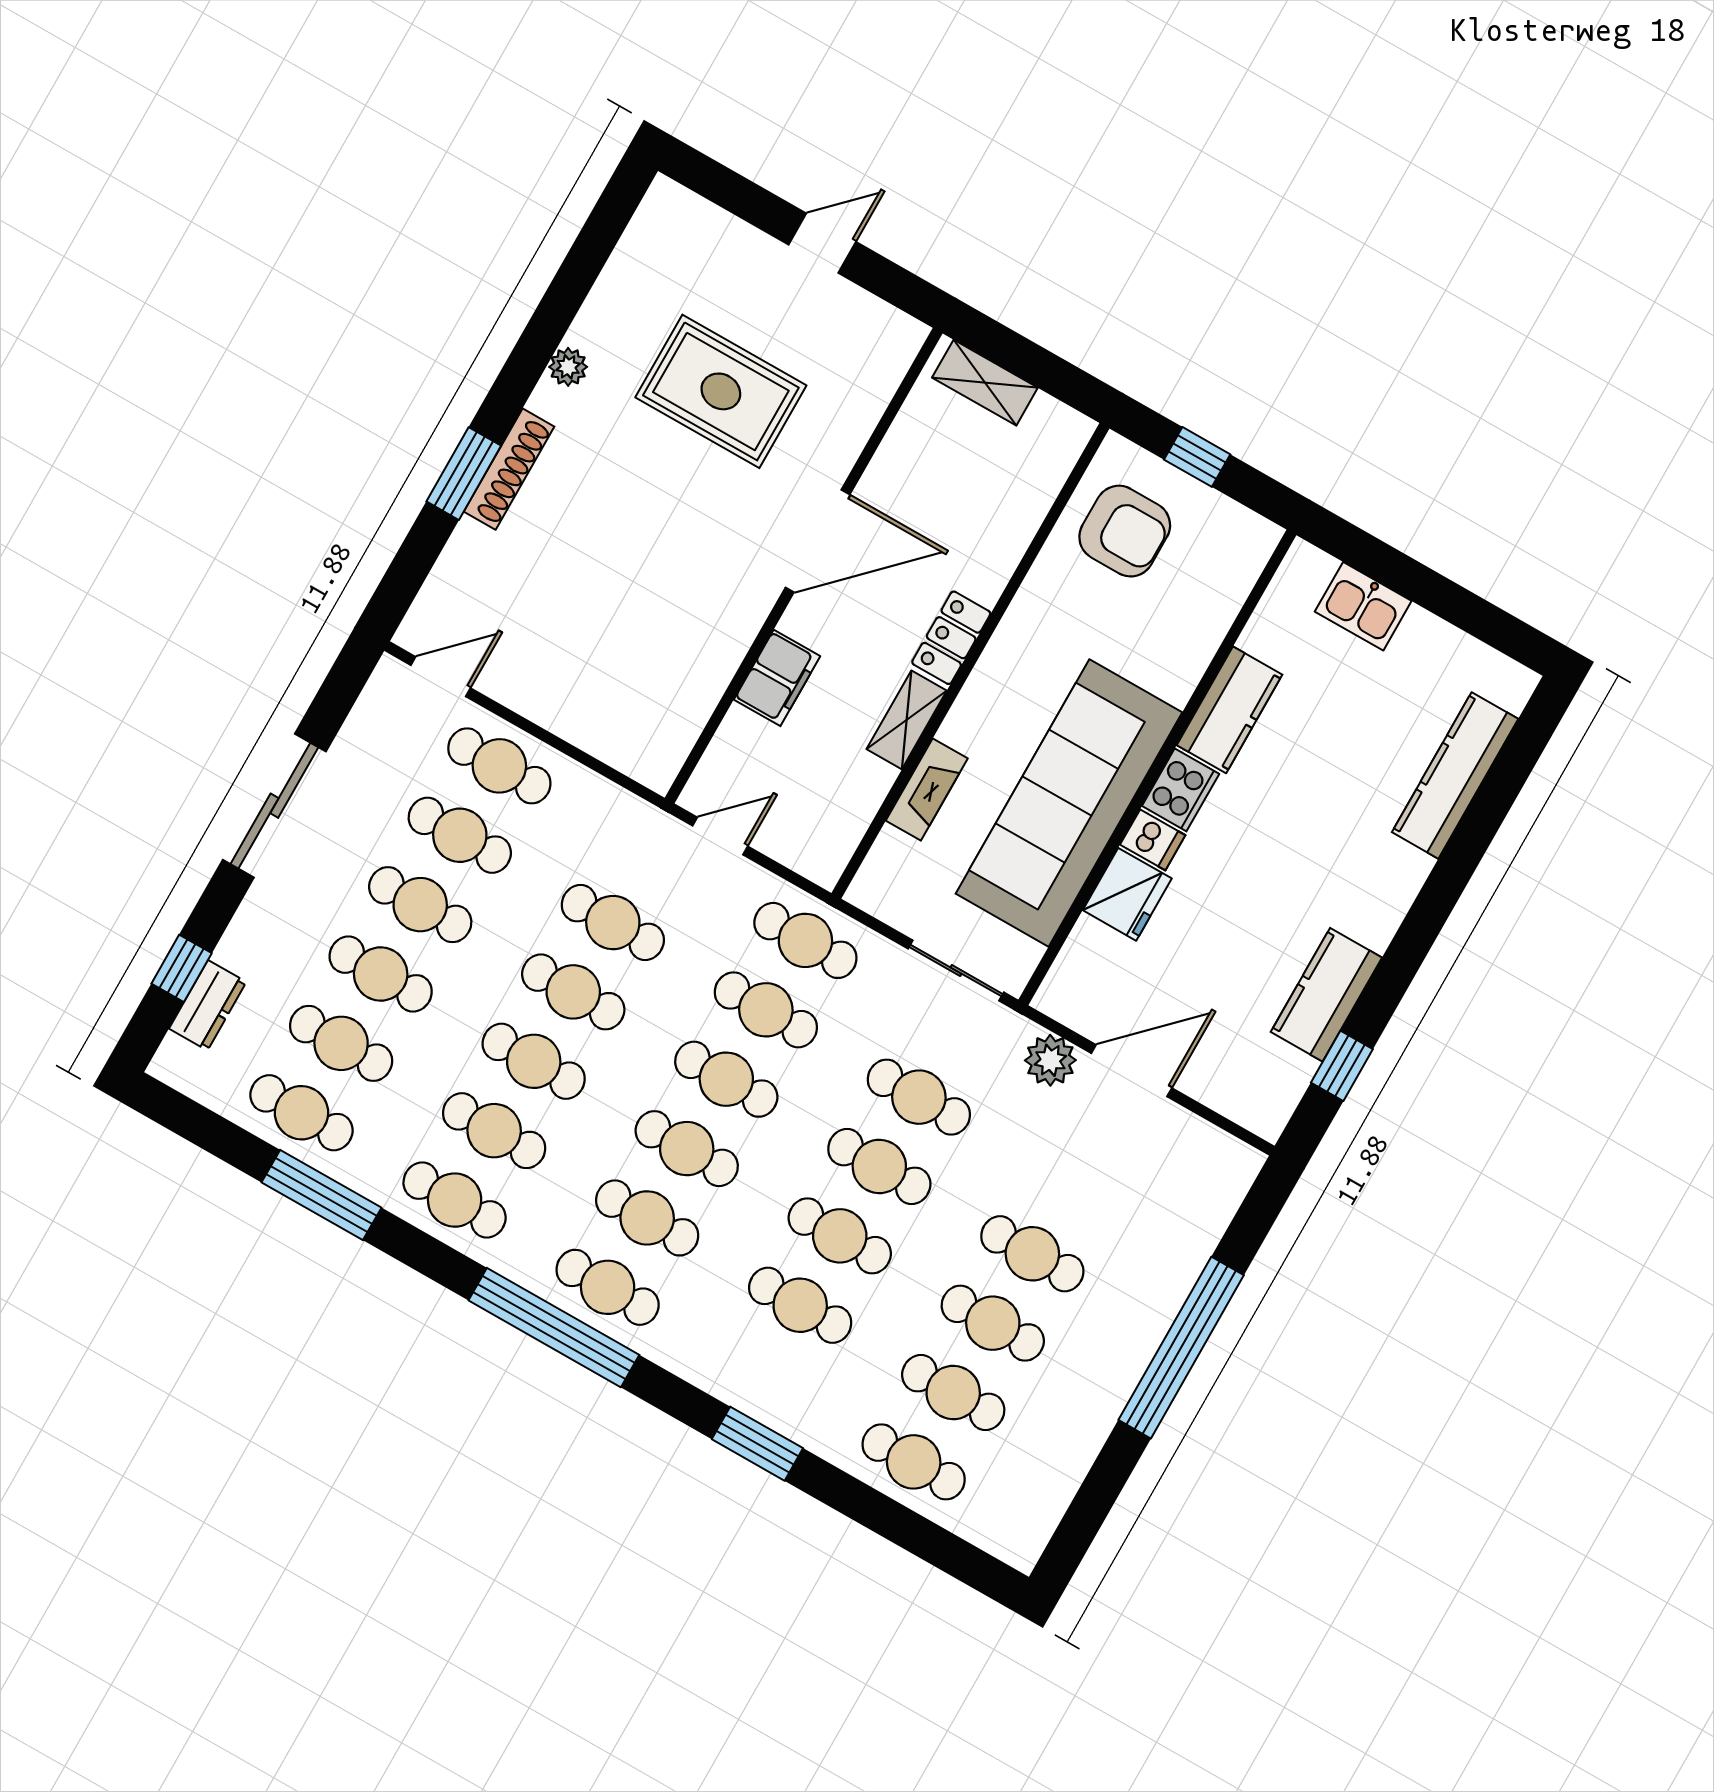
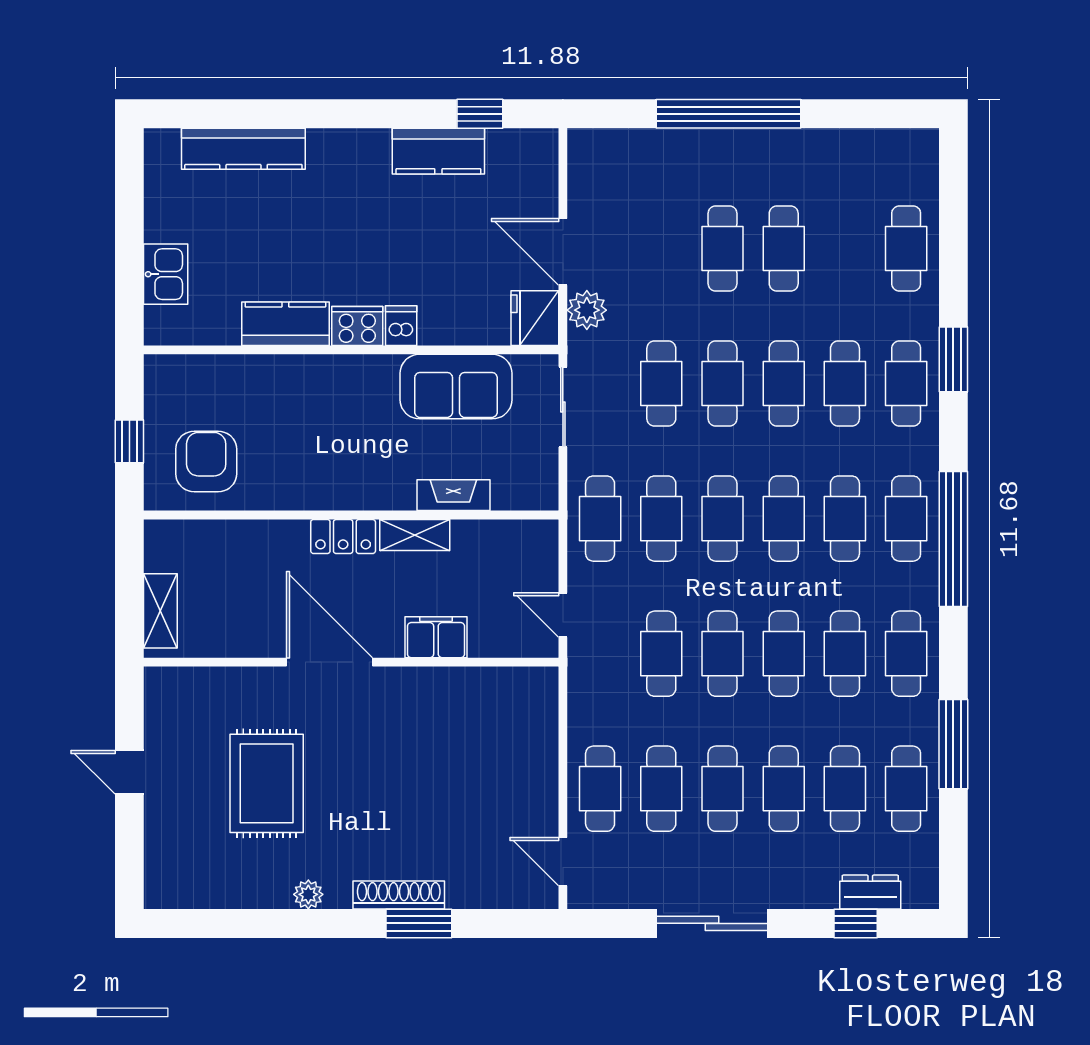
sofa: (1069, 803) -> (456, 387), width x0.54, depth x0.79
fridge: (1127, 894) -> (535, 318), moved, turned -90
cafe table: (953, 1393) -> (906, 384), moved

